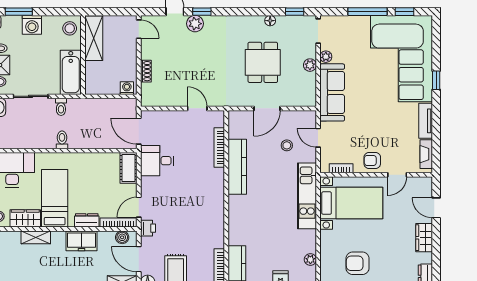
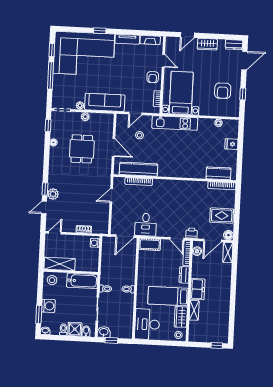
dining table: (263, 62) -> (82, 149), turned 90
kitchen counter: (237, 167) -> (139, 169), moved
freezer: (82, 241) -> (198, 289), moved

